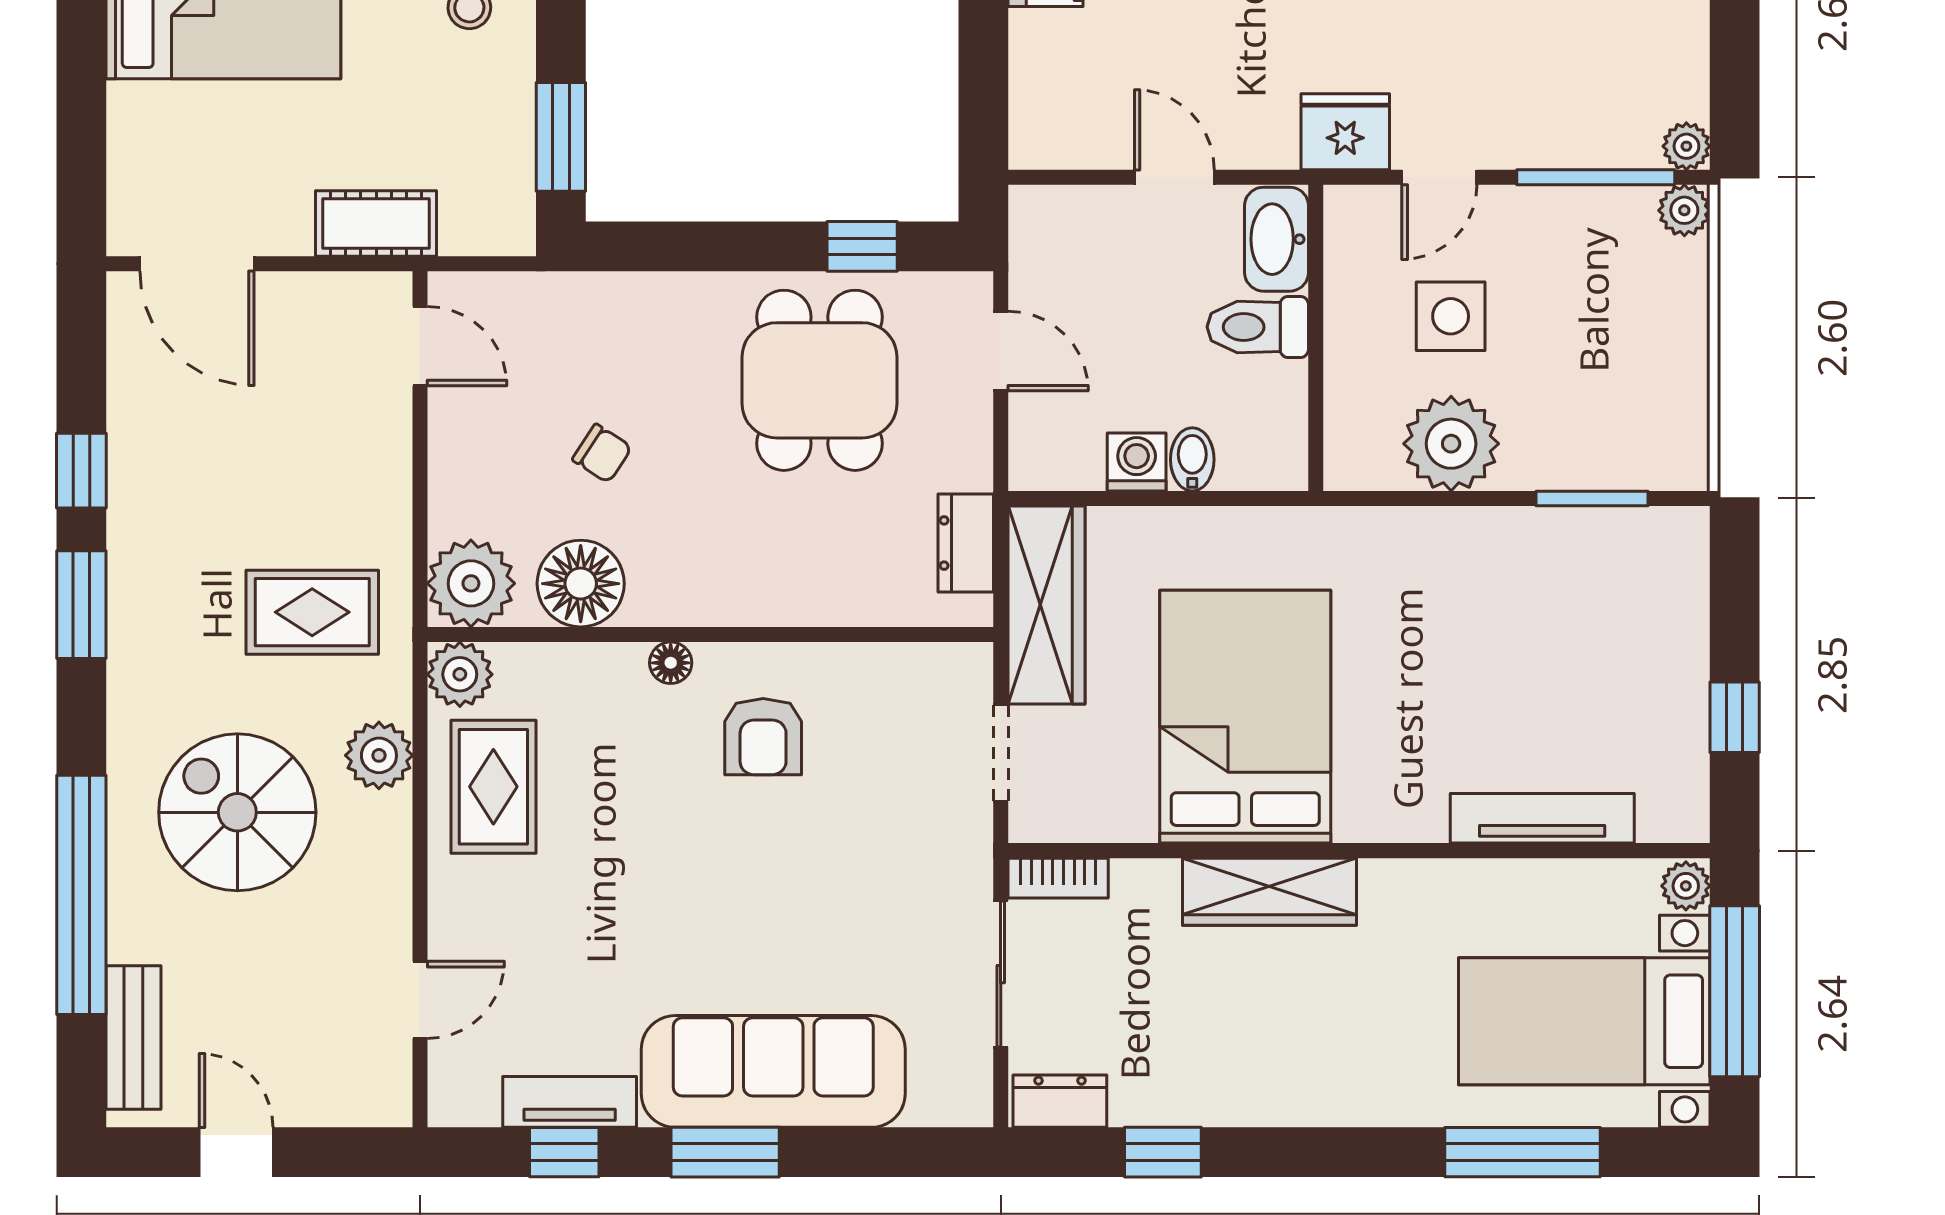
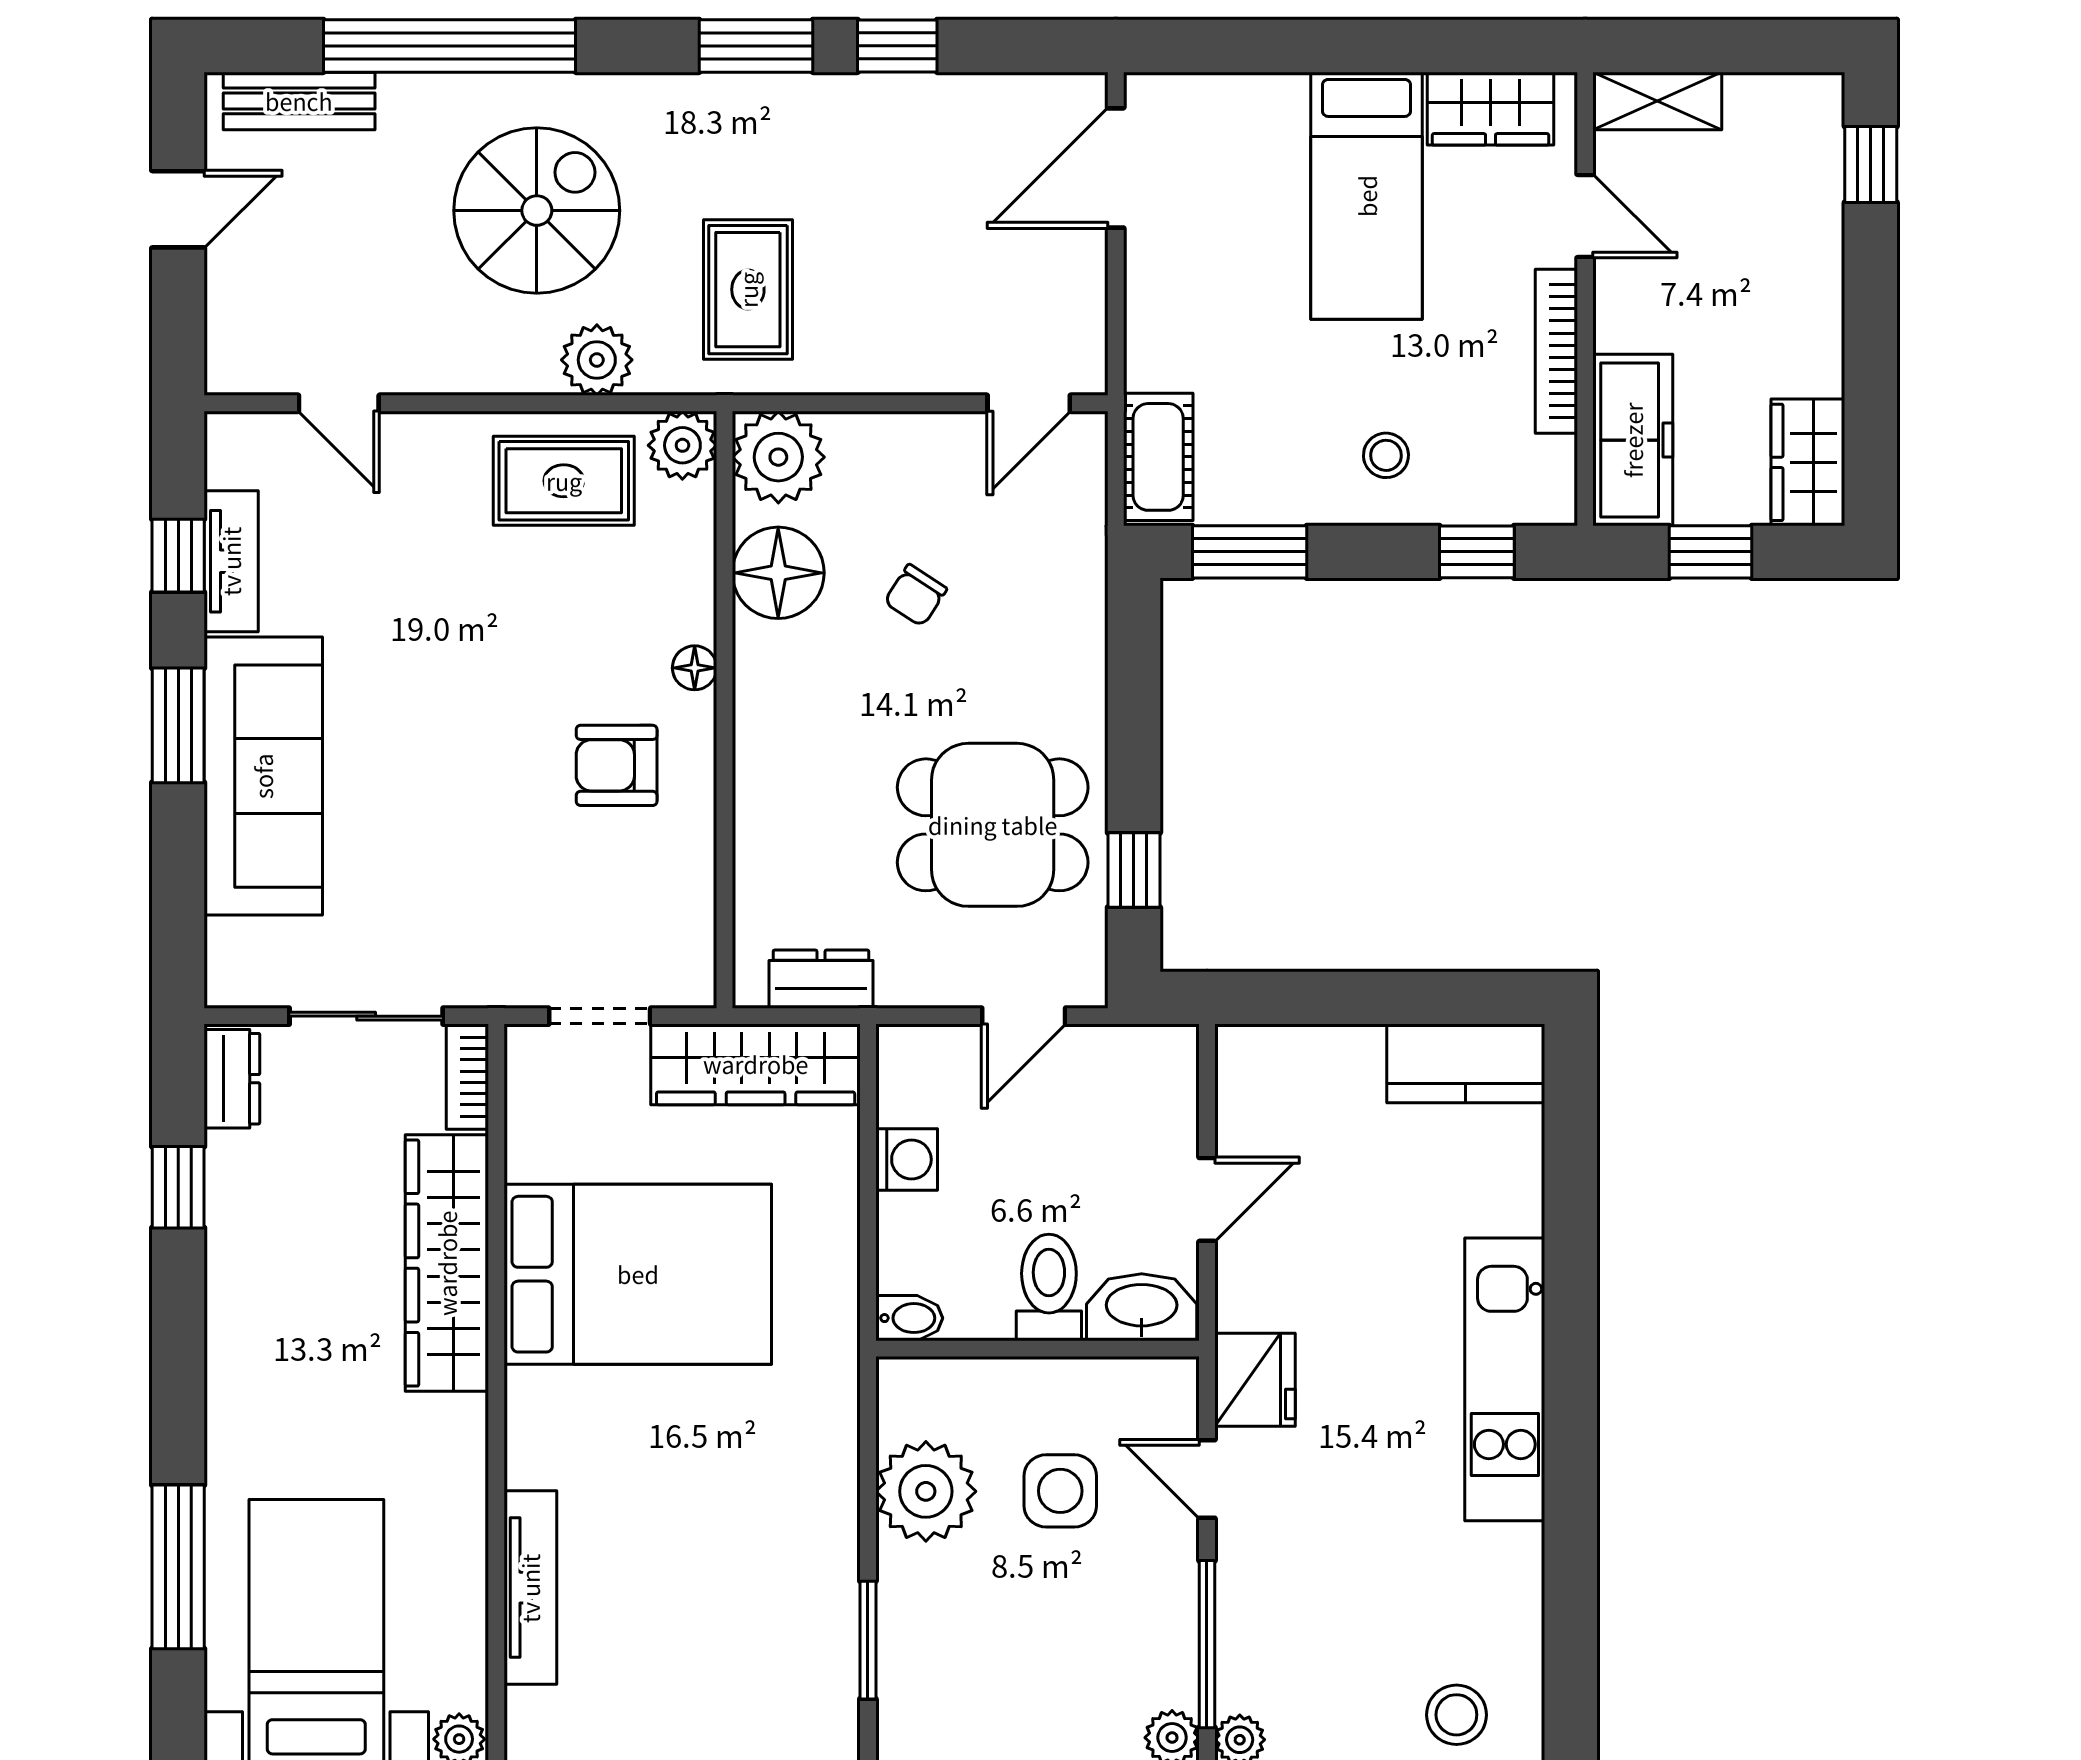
cot: (376, 223) -> (1158, 457), moved
bidet: (1192, 459) -> (909, 1318), moved
wardrobe: (1269, 892) -> (447, 1263), width x1.40, depth x1.17

